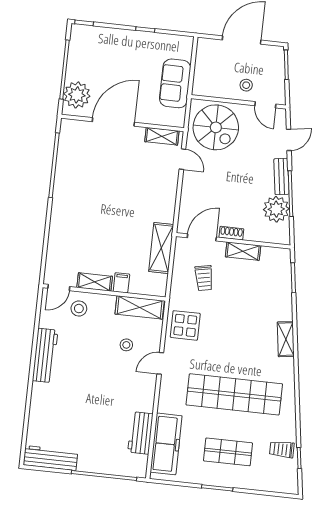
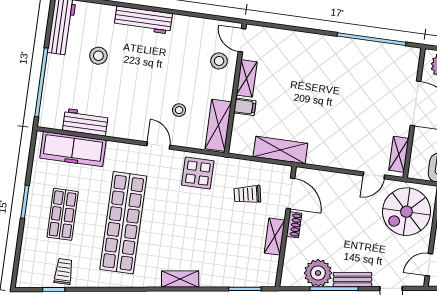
workbench: (45, 355) -> (143, 20), moved
stool: (77, 423) -> (98, 56), added

